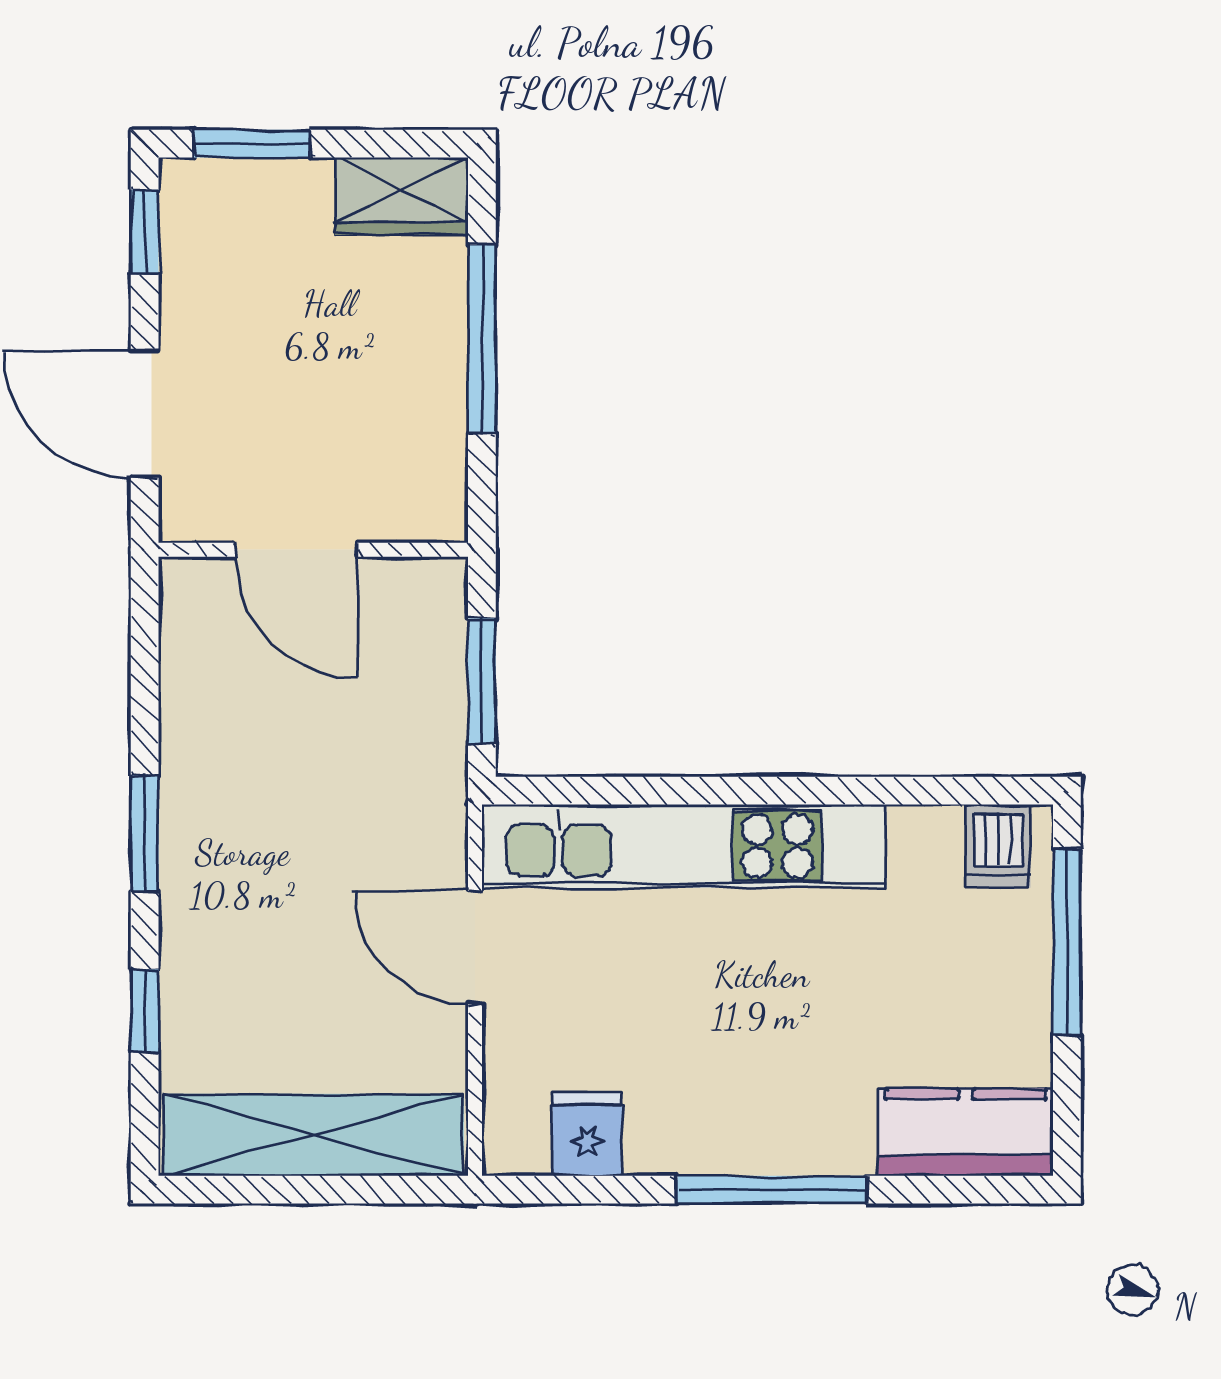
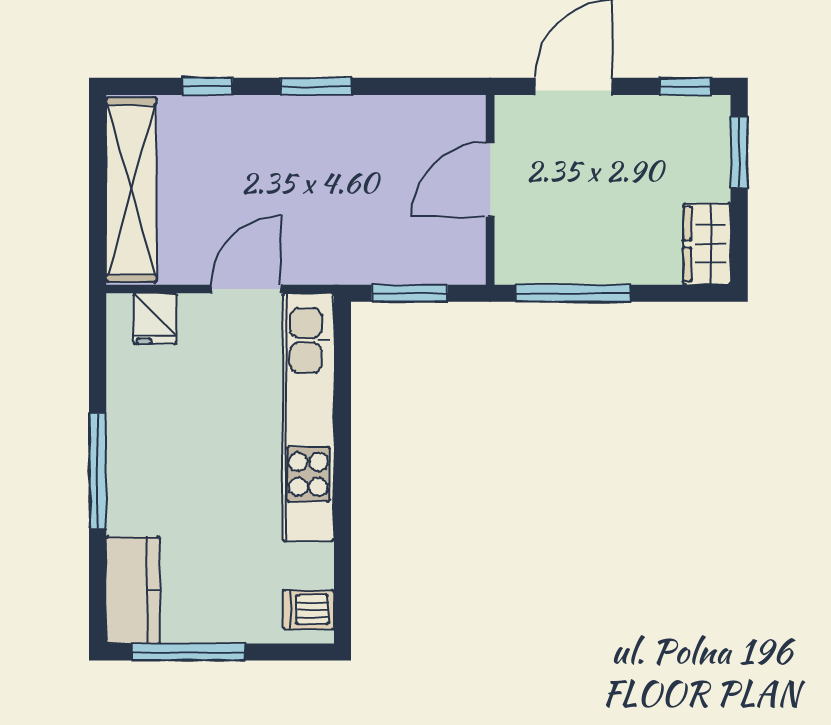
window: (482, 339) -> (573, 293), moved
window: (1067, 942) -> (188, 652), moved
fridge: (587, 1134) -> (155, 319), moved, turned 90

